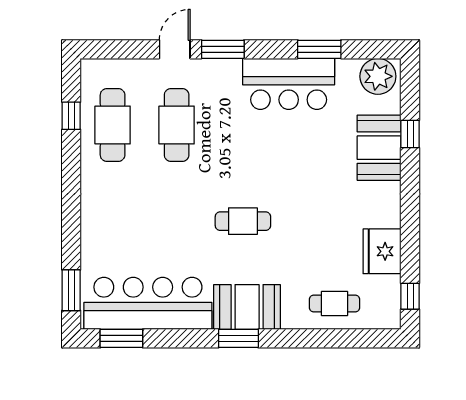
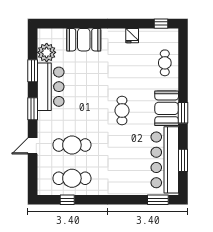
door: (175, 49) -> (33, 146), hinge flipped
window: (223, 49) -> (33, 109), moved
plant: (378, 76) -> (47, 52), moved
window: (410, 134) -> (77, 24), removed
fridge: (382, 251) -> (132, 36), width x0.53, depth x0.75
window: (121, 338) -> (183, 160), moved

